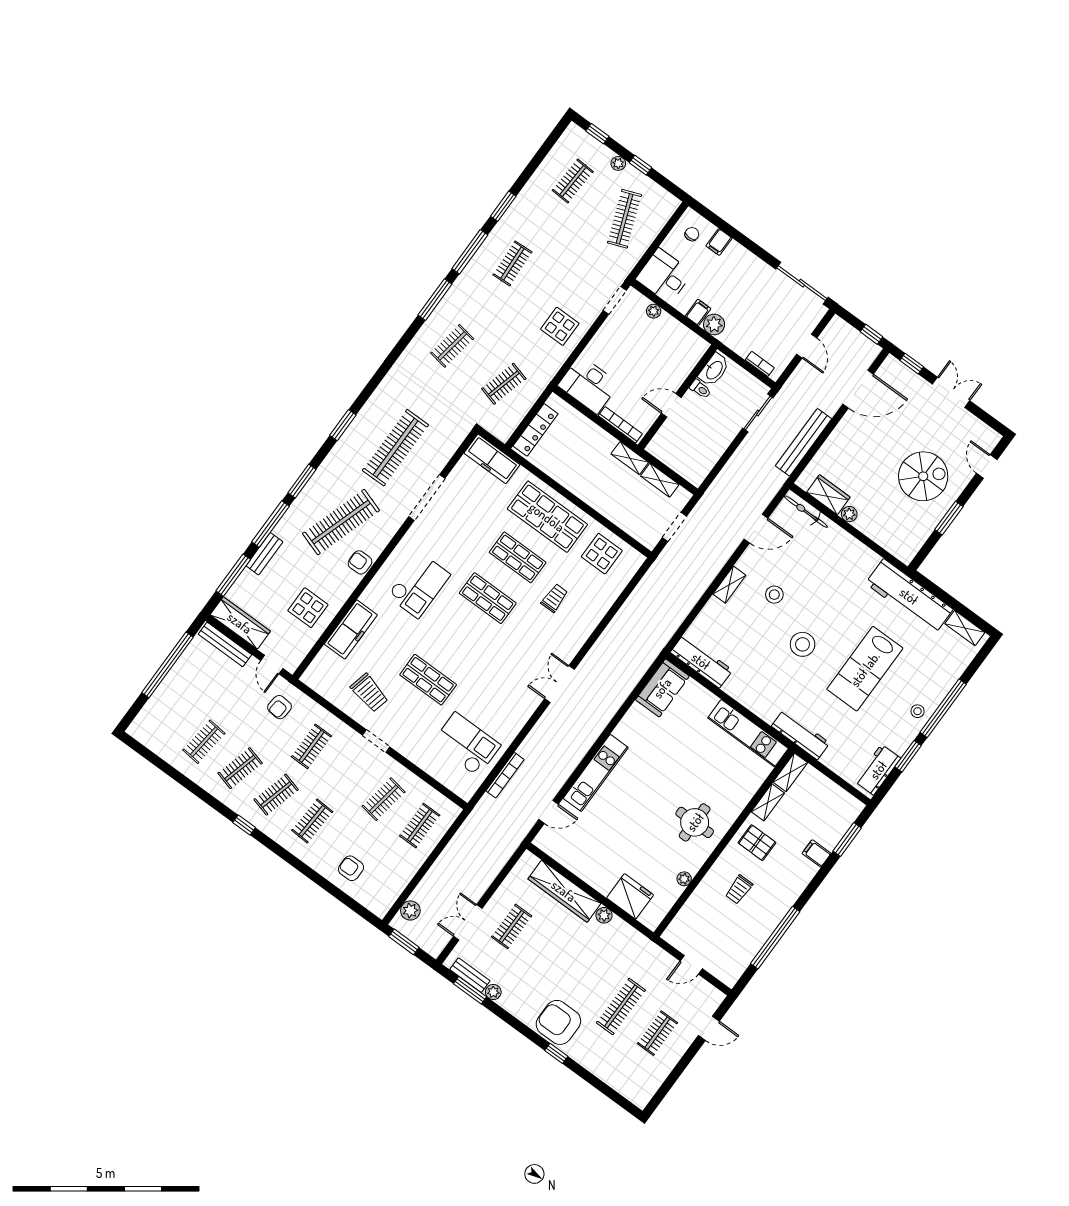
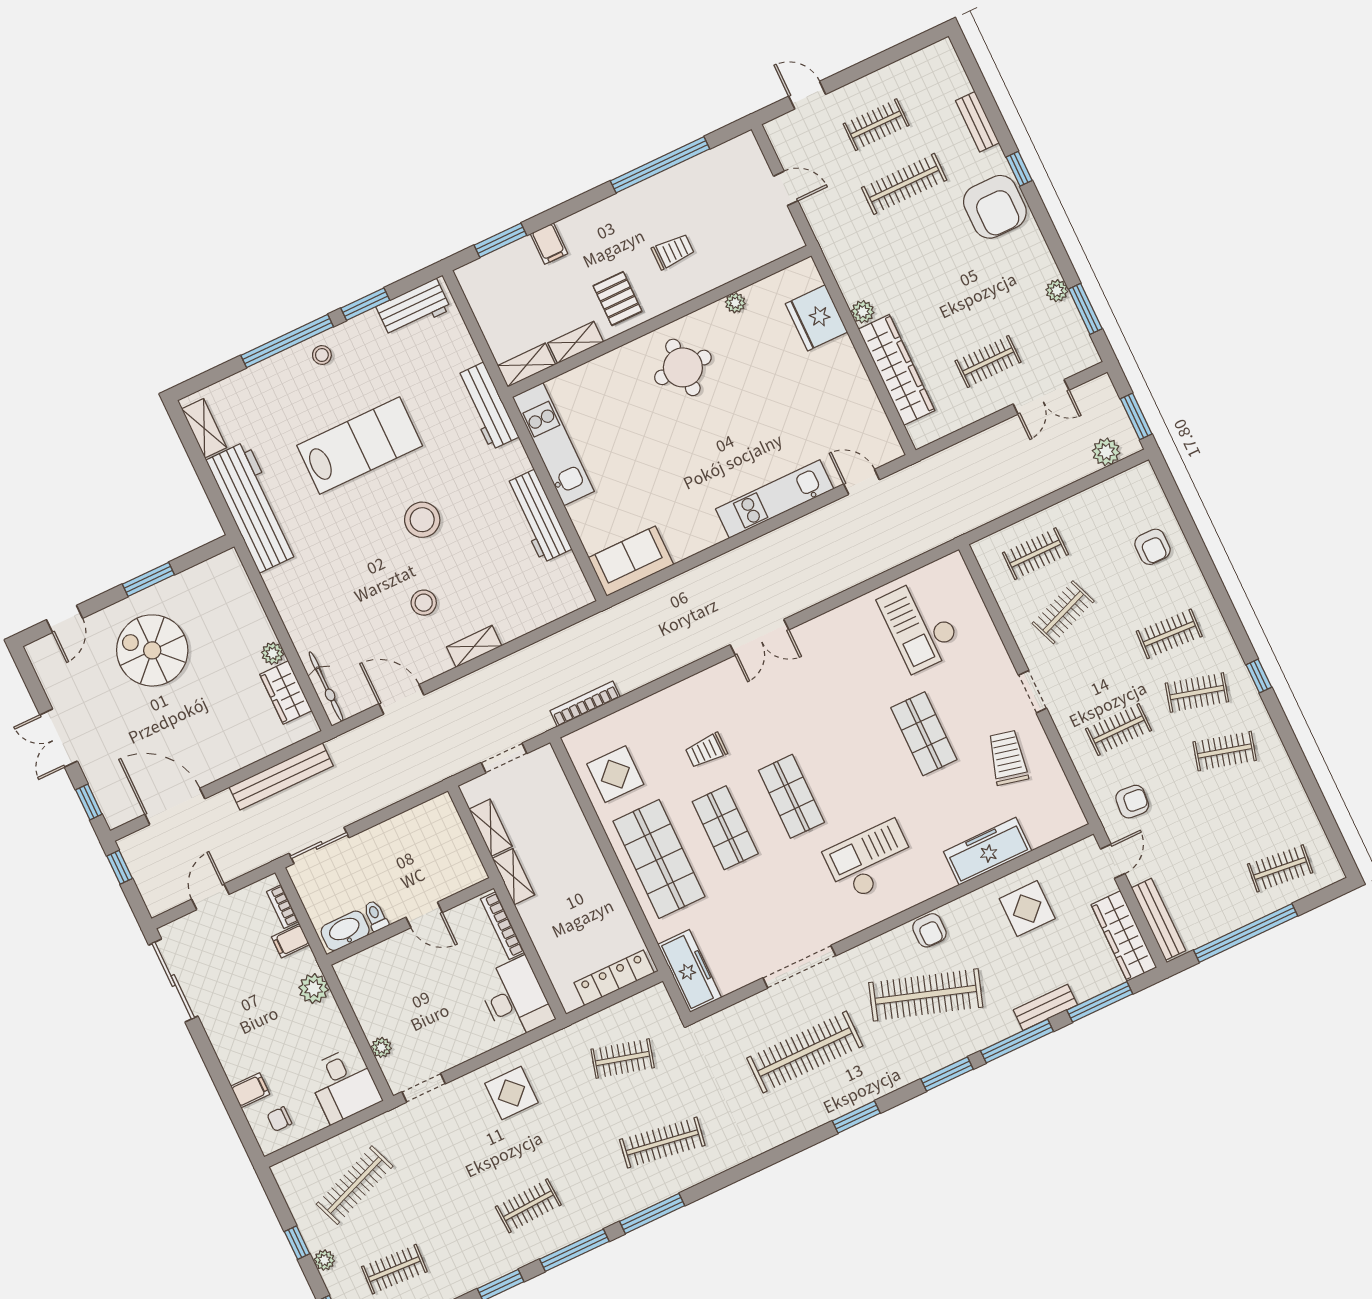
filing cabinet: (698, 312) -> (290, 941), moved
clothes rail: (452, 346) -> (662, 1142), width x1.36
workbench: (701, 661) -> (538, 516), moved
clothes rail: (204, 742) -> (1280, 868), moved
bookcase: (505, 775) -> (585, 704), moved
clothes rail: (384, 799) -> (1063, 612), turned -30
bench: (470, 975) -> (977, 122), moved

